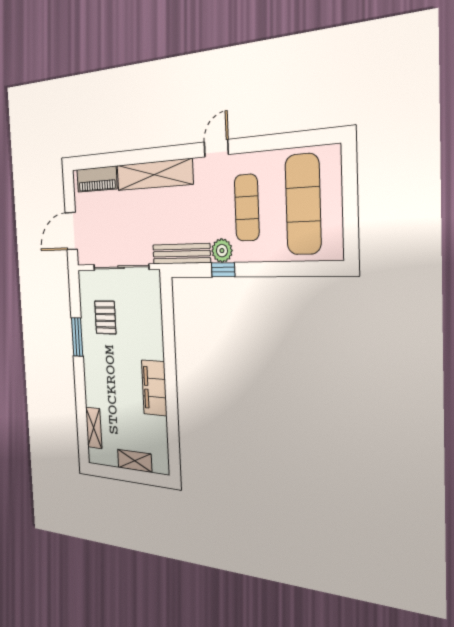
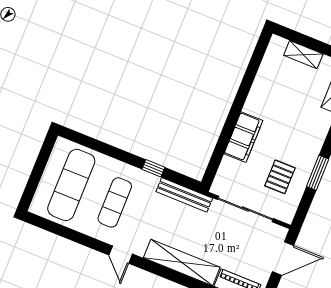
door: (216, 148) -> (121, 255), hinge flipped
plant: (222, 251) -> (148, 182), removed
filing cabinet: (154, 388) -> (243, 137), moved

